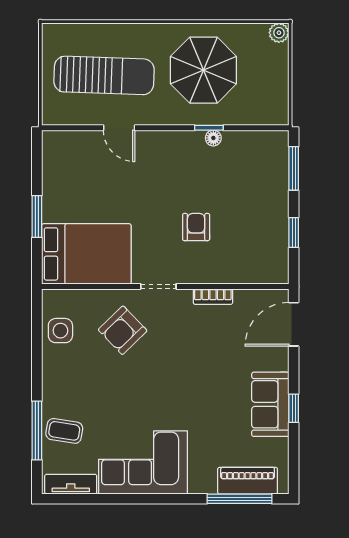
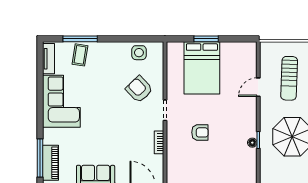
sun lounger: (104, 75) -> (289, 78), width x0.73, depth x0.75
bed: (86, 254) -> (202, 68), moved

